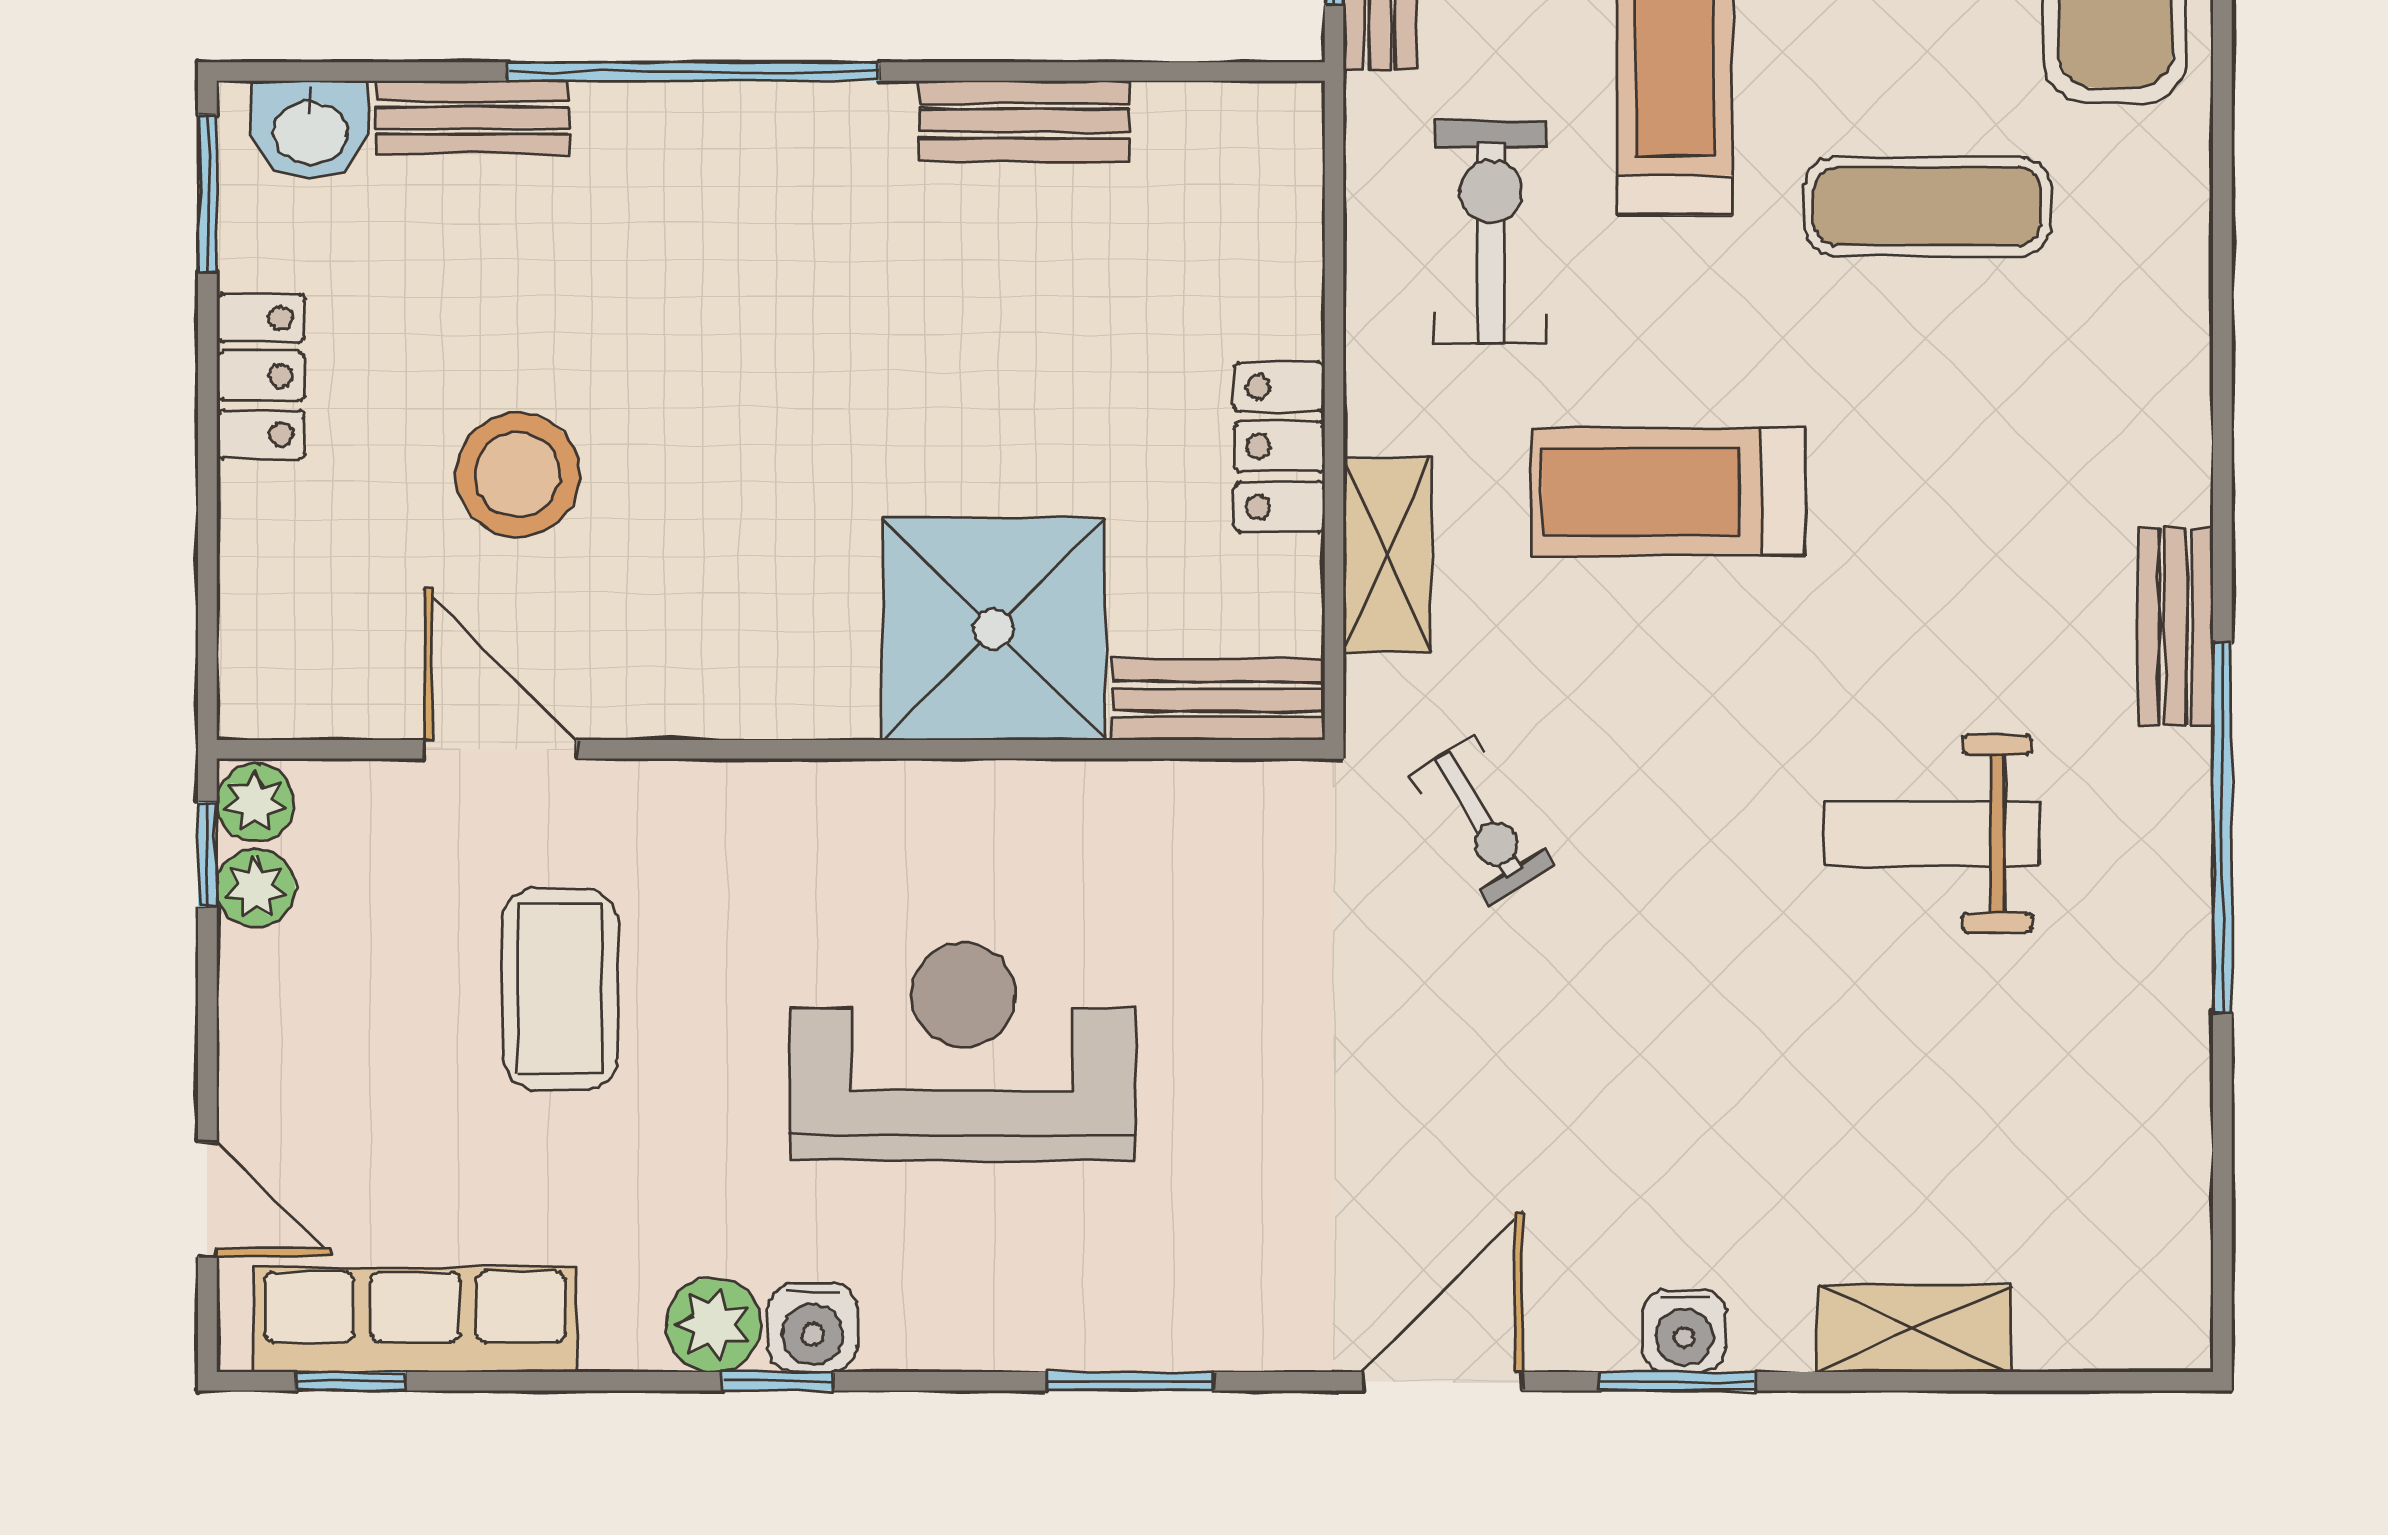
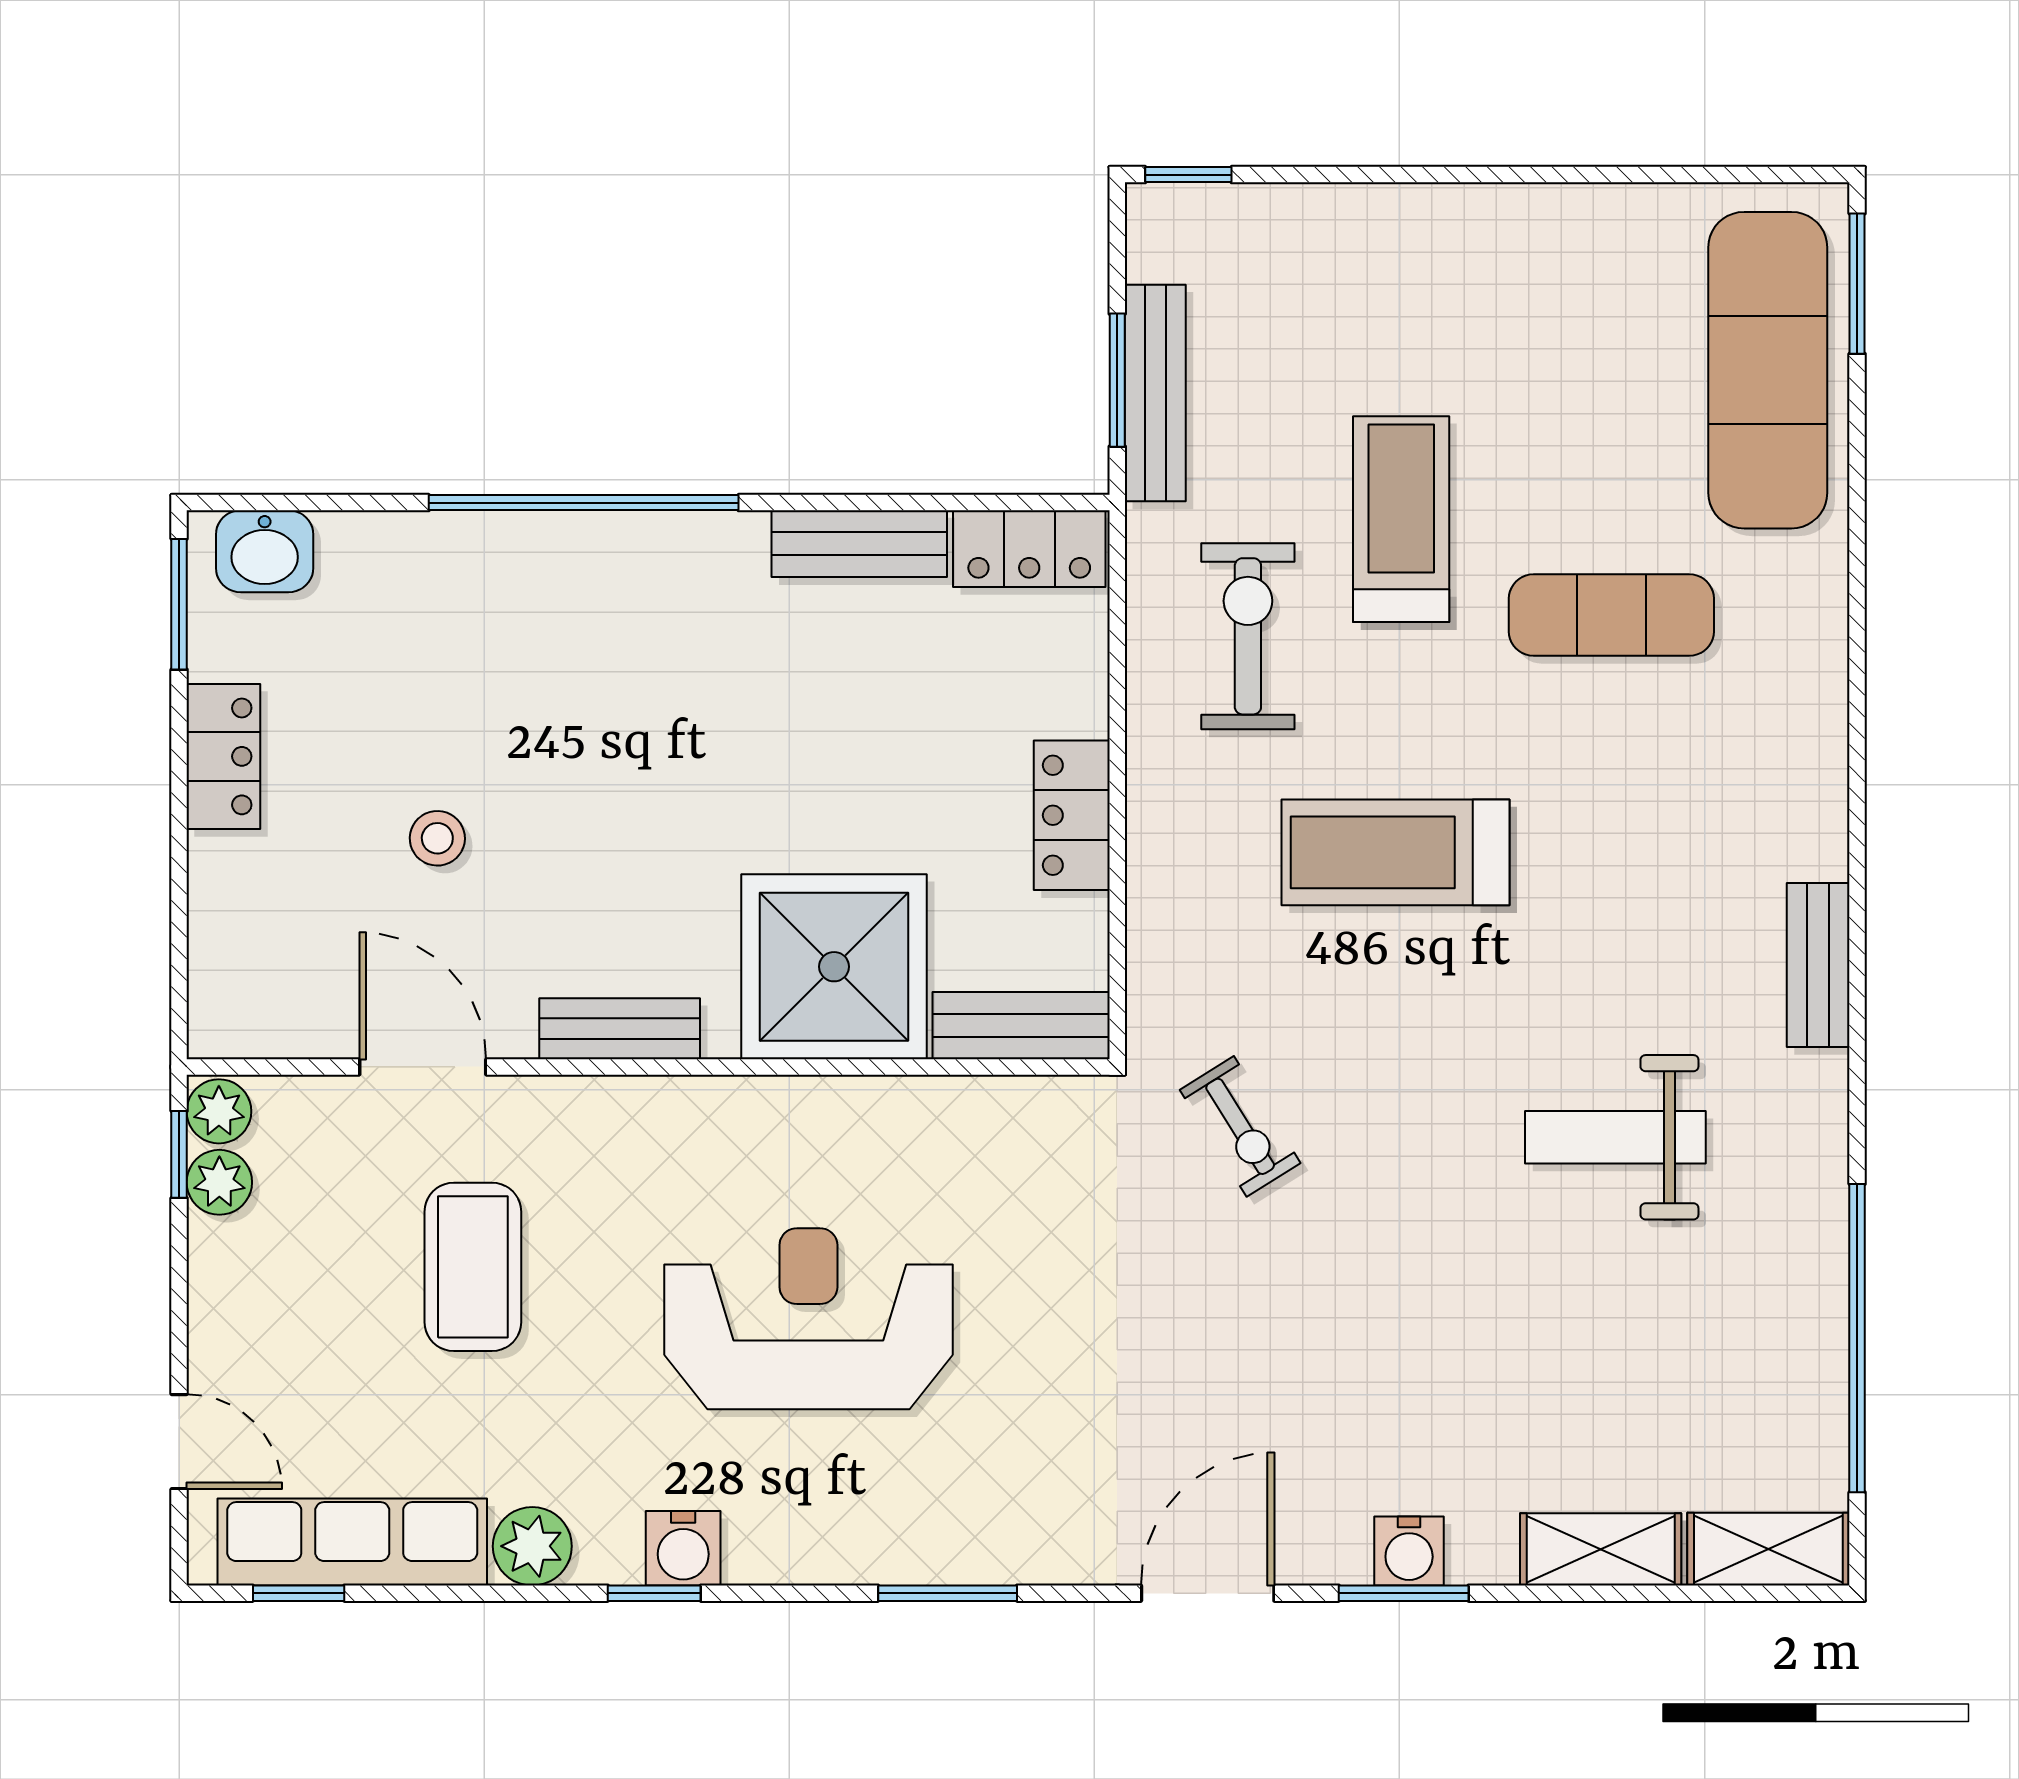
bench: (472, 117) -> (620, 1029), moved
locker: (1228, 127) -> (1029, 549), added
stool: (517, 475) -> (437, 838), width x0.53, depth x0.53
shelving: (1387, 555) -> (1768, 1549), moved, turned 90
window: (2222, 828) -> (1857, 1338), moved
plant: (713, 1325) -> (532, 1546), moved

